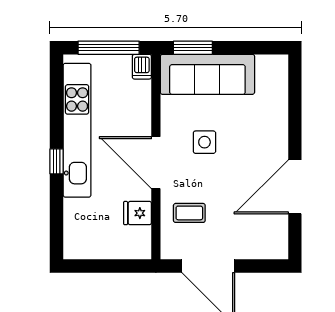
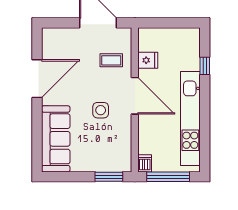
sofa: (207, 74) -> (56, 139), moved, turned 90
window: (57, 161) -> (205, 66), moved

